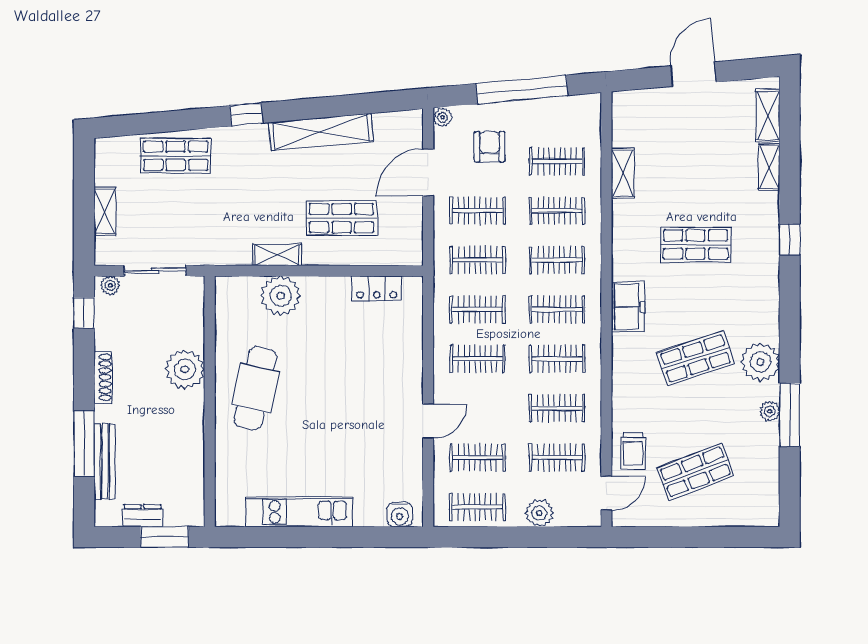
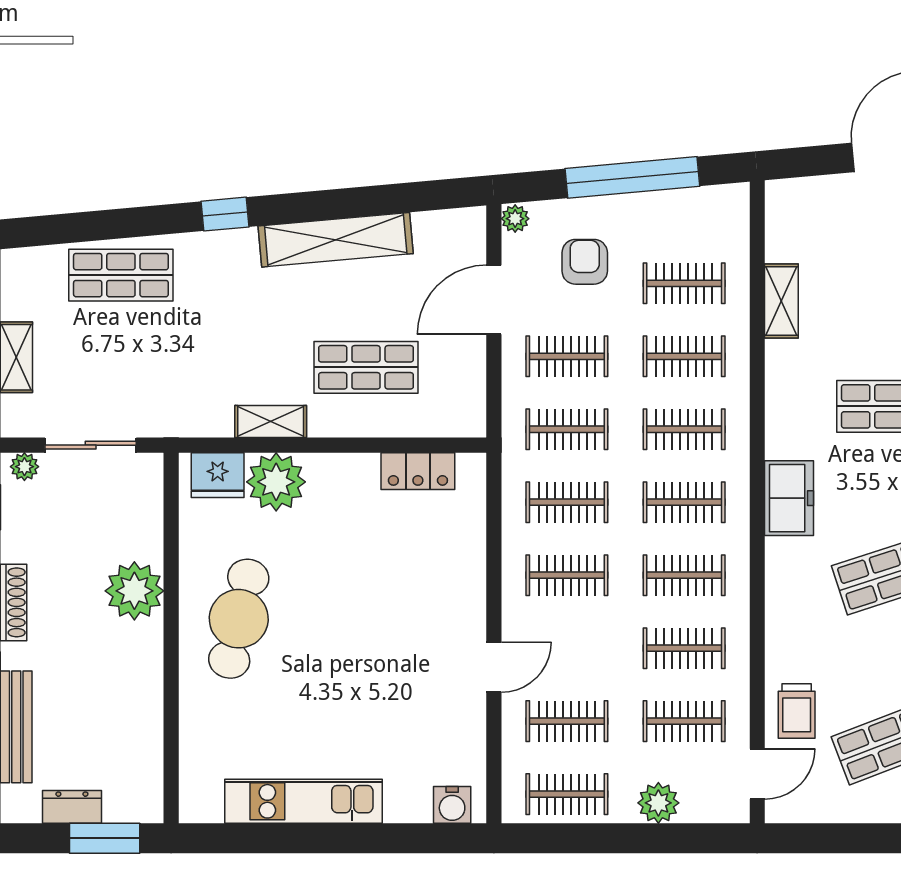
fridge: (241, 291) -> (218, 475), added

